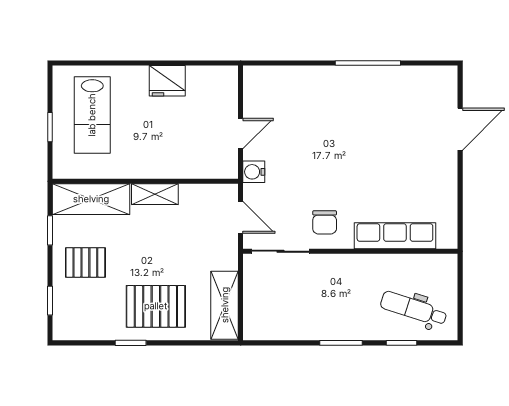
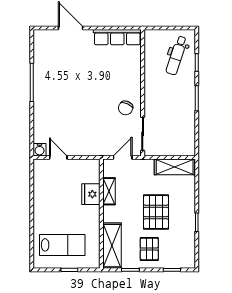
fridge: (167, 81) -> (91, 194), moved, turned 180
door: (241, 134) -> (58, 157), moved
water cooler: (254, 172) -> (39, 150), moved
shelving: (155, 194) -> (109, 191), moved
chair: (325, 222) -> (126, 108), turned 113
row of seats: (395, 236) -> (117, 37), moved, turned -90
pallet: (156, 306) -> (156, 212), moved

